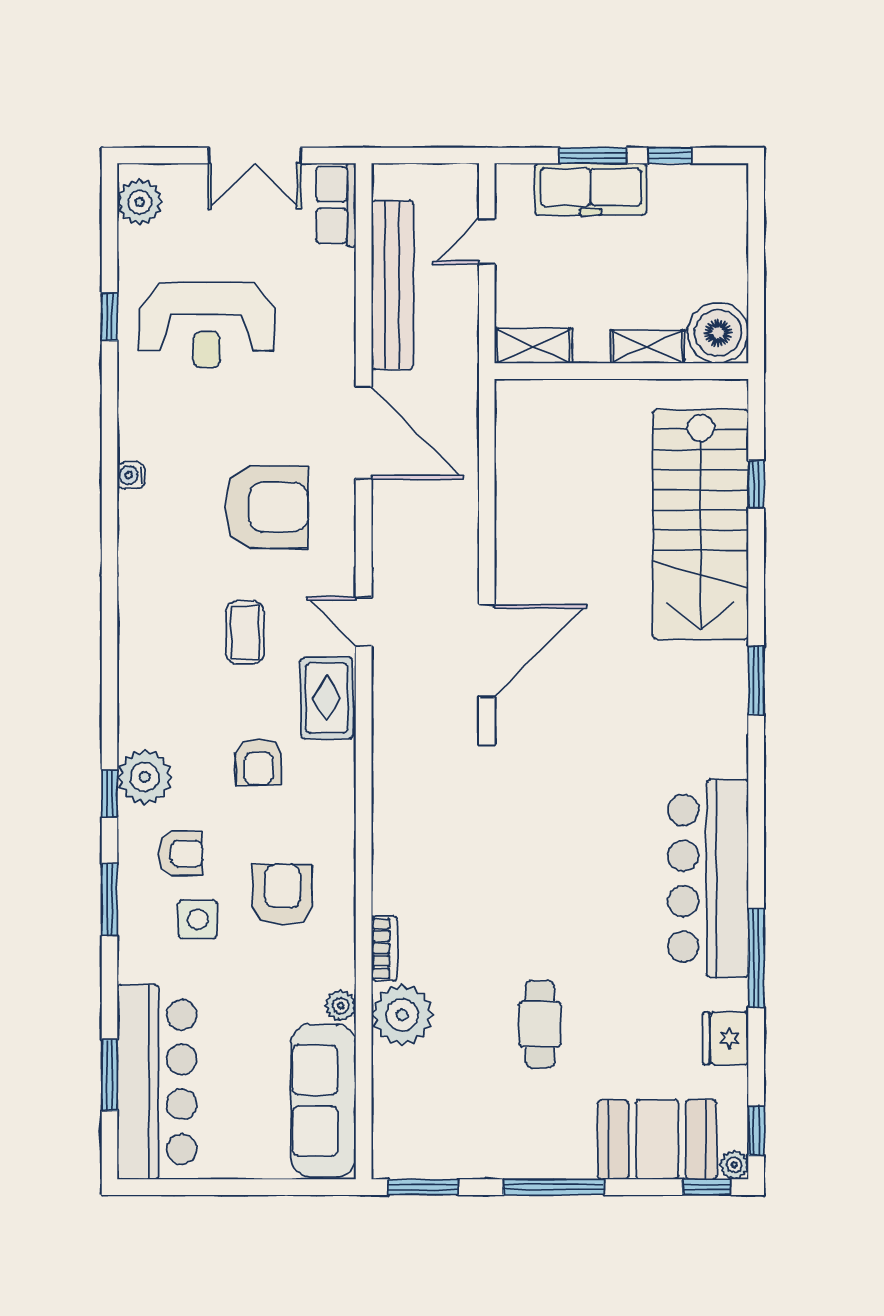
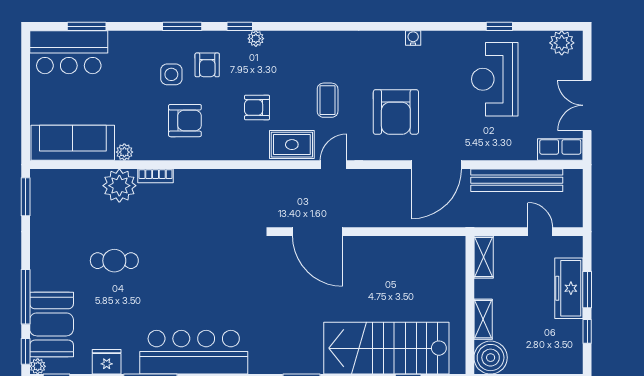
coffee table: (245, 632) -> (328, 100), turned 90
plant: (145, 777) -> (256, 39), width x0.53, depth x0.53
bar counter: (157, 1082) -> (69, 52), width x0.73
window: (553, 1187) -> (26, 297), moved

